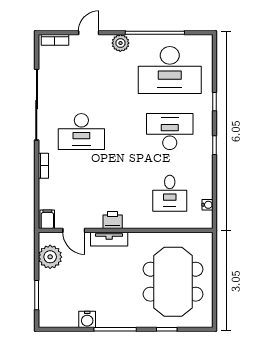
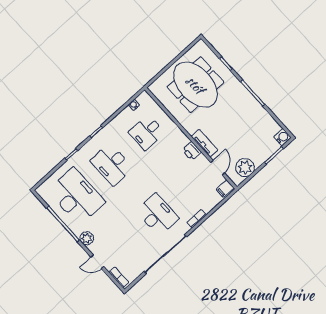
desk: (170, 193) -> (147, 132), turned 180
meeting table: (173, 282) -> (195, 85), turned 90
water cooler: (87, 319) -> (283, 137), moved

